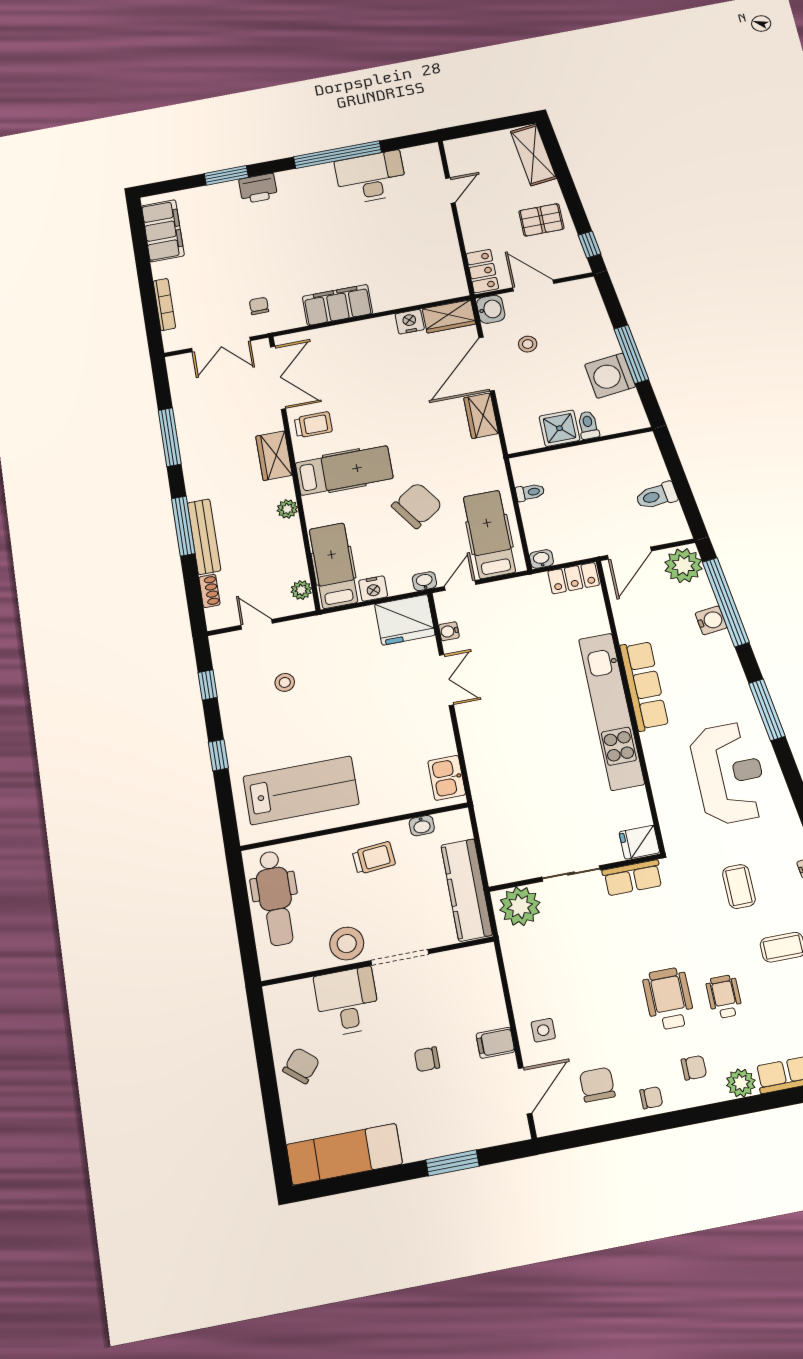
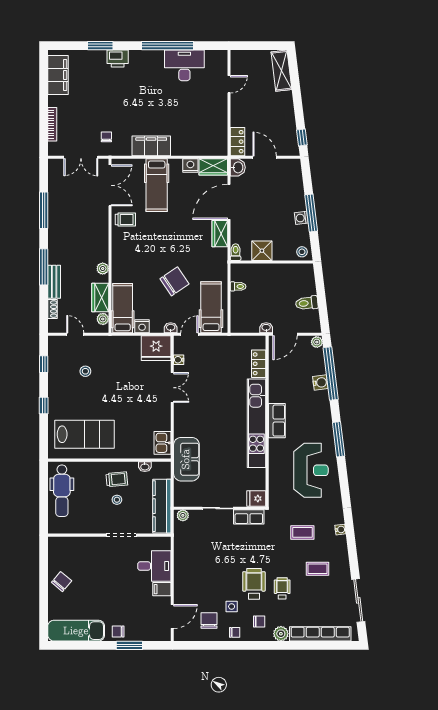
pallet: (541, 220) -> (278, 115), removed
stool: (528, 344) -> (302, 252), moved
washing machine: (610, 376) -> (301, 218), width x0.53, depth x0.53
toilet: (588, 425) -> (236, 252), moved
wardrobe: (274, 456) -> (100, 298), moved
hospital bed: (344, 471) -> (157, 185), moved, turned 90
bench: (204, 537) -> (54, 282), width x0.73
washbasin: (541, 559) -> (266, 328), moved
plant: (683, 566) -> (317, 342), width x0.53, depth x0.53
locker: (574, 578) -> (259, 364), moved, turned 90
row of seats: (644, 685) -> (277, 421), width x0.68
sofa: (496, 798) -> (186, 459), added
coffee table: (739, 886) -> (302, 532), turned 90
plant: (520, 906) -> (183, 515), width x0.53, depth x0.53
stool: (347, 944) -> (117, 500), moved, width x0.53, depth x0.53
desk: (347, 1002) -> (154, 566), moved, turned 90
side table: (543, 1030) -> (232, 606), moved
chair: (427, 1059) -> (118, 632), moved

